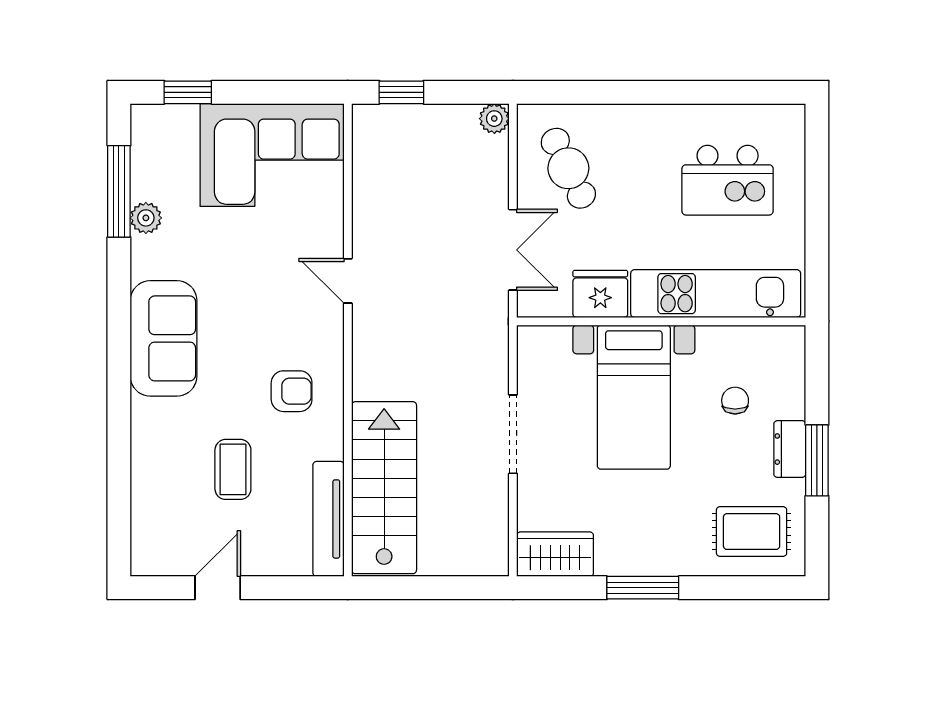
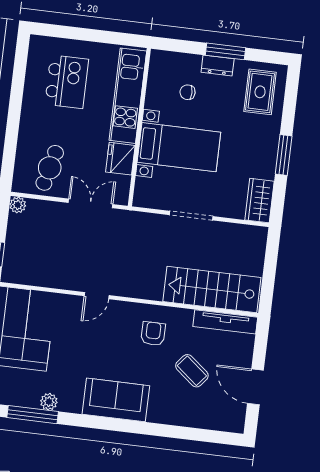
cafe table: (568, 168) -> (50, 168), turned -50
coffee table: (233, 469) -> (192, 371), turned 39
door: (218, 588) -> (255, 387), width x1.37

